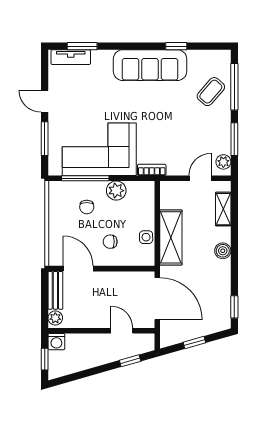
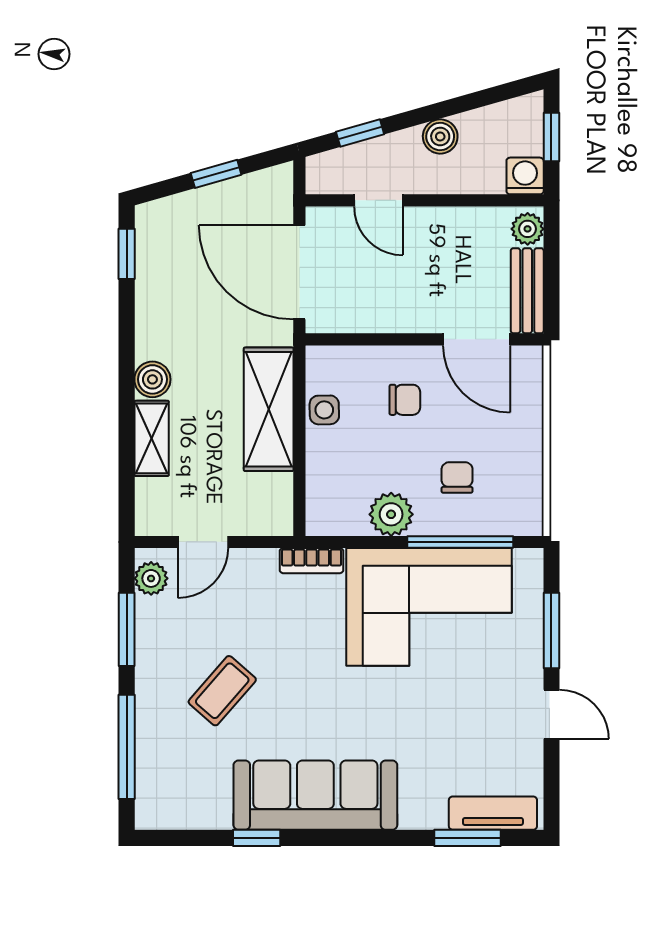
coffee table: (211, 92) -> (222, 691), moved
shelving: (223, 209) -> (152, 438), moved
boiler: (94, 359) -> (440, 137), added

